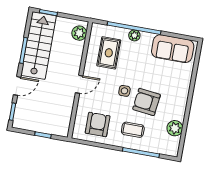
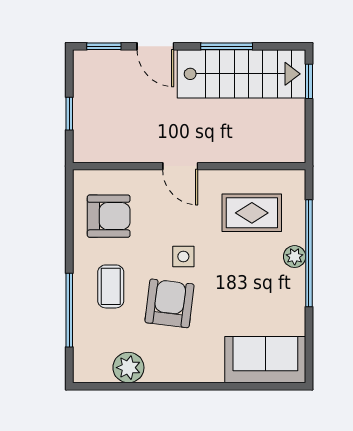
plant: (79, 33) -> (280, 148), removed
sofa: (173, 49) -> (265, 360), moved, turned 90

